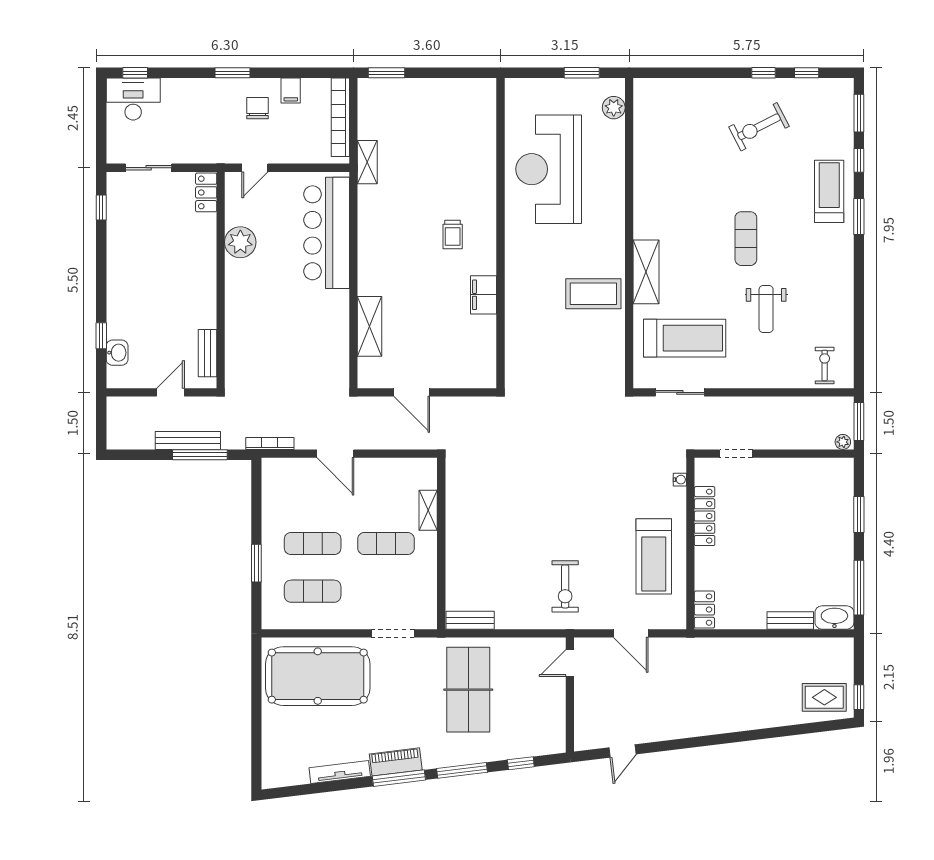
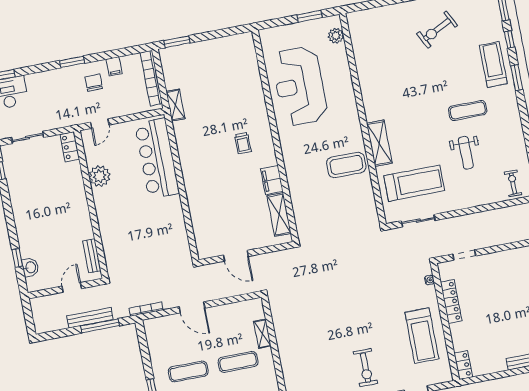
exercise mat: (746, 239) -> (468, 110), moved, turned 90
shelving: (370, 326) -> (279, 215), moved

